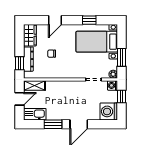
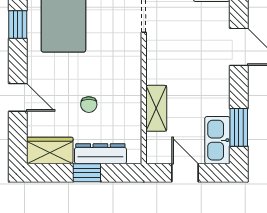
window: (19, 63) -> (87, 173), moved
shelving: (34, 85) -> (156, 108), moved
window: (53, 124) -> (239, 127), moved

